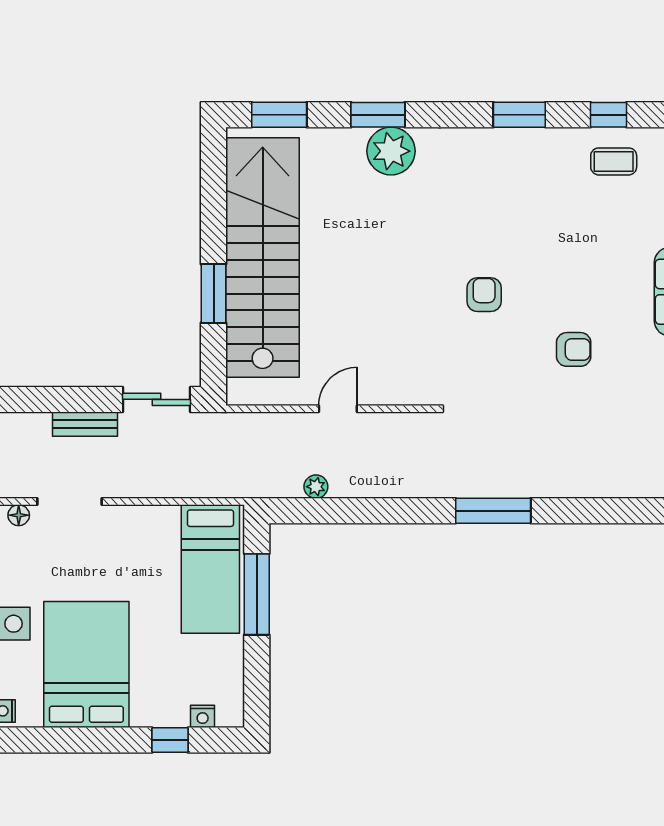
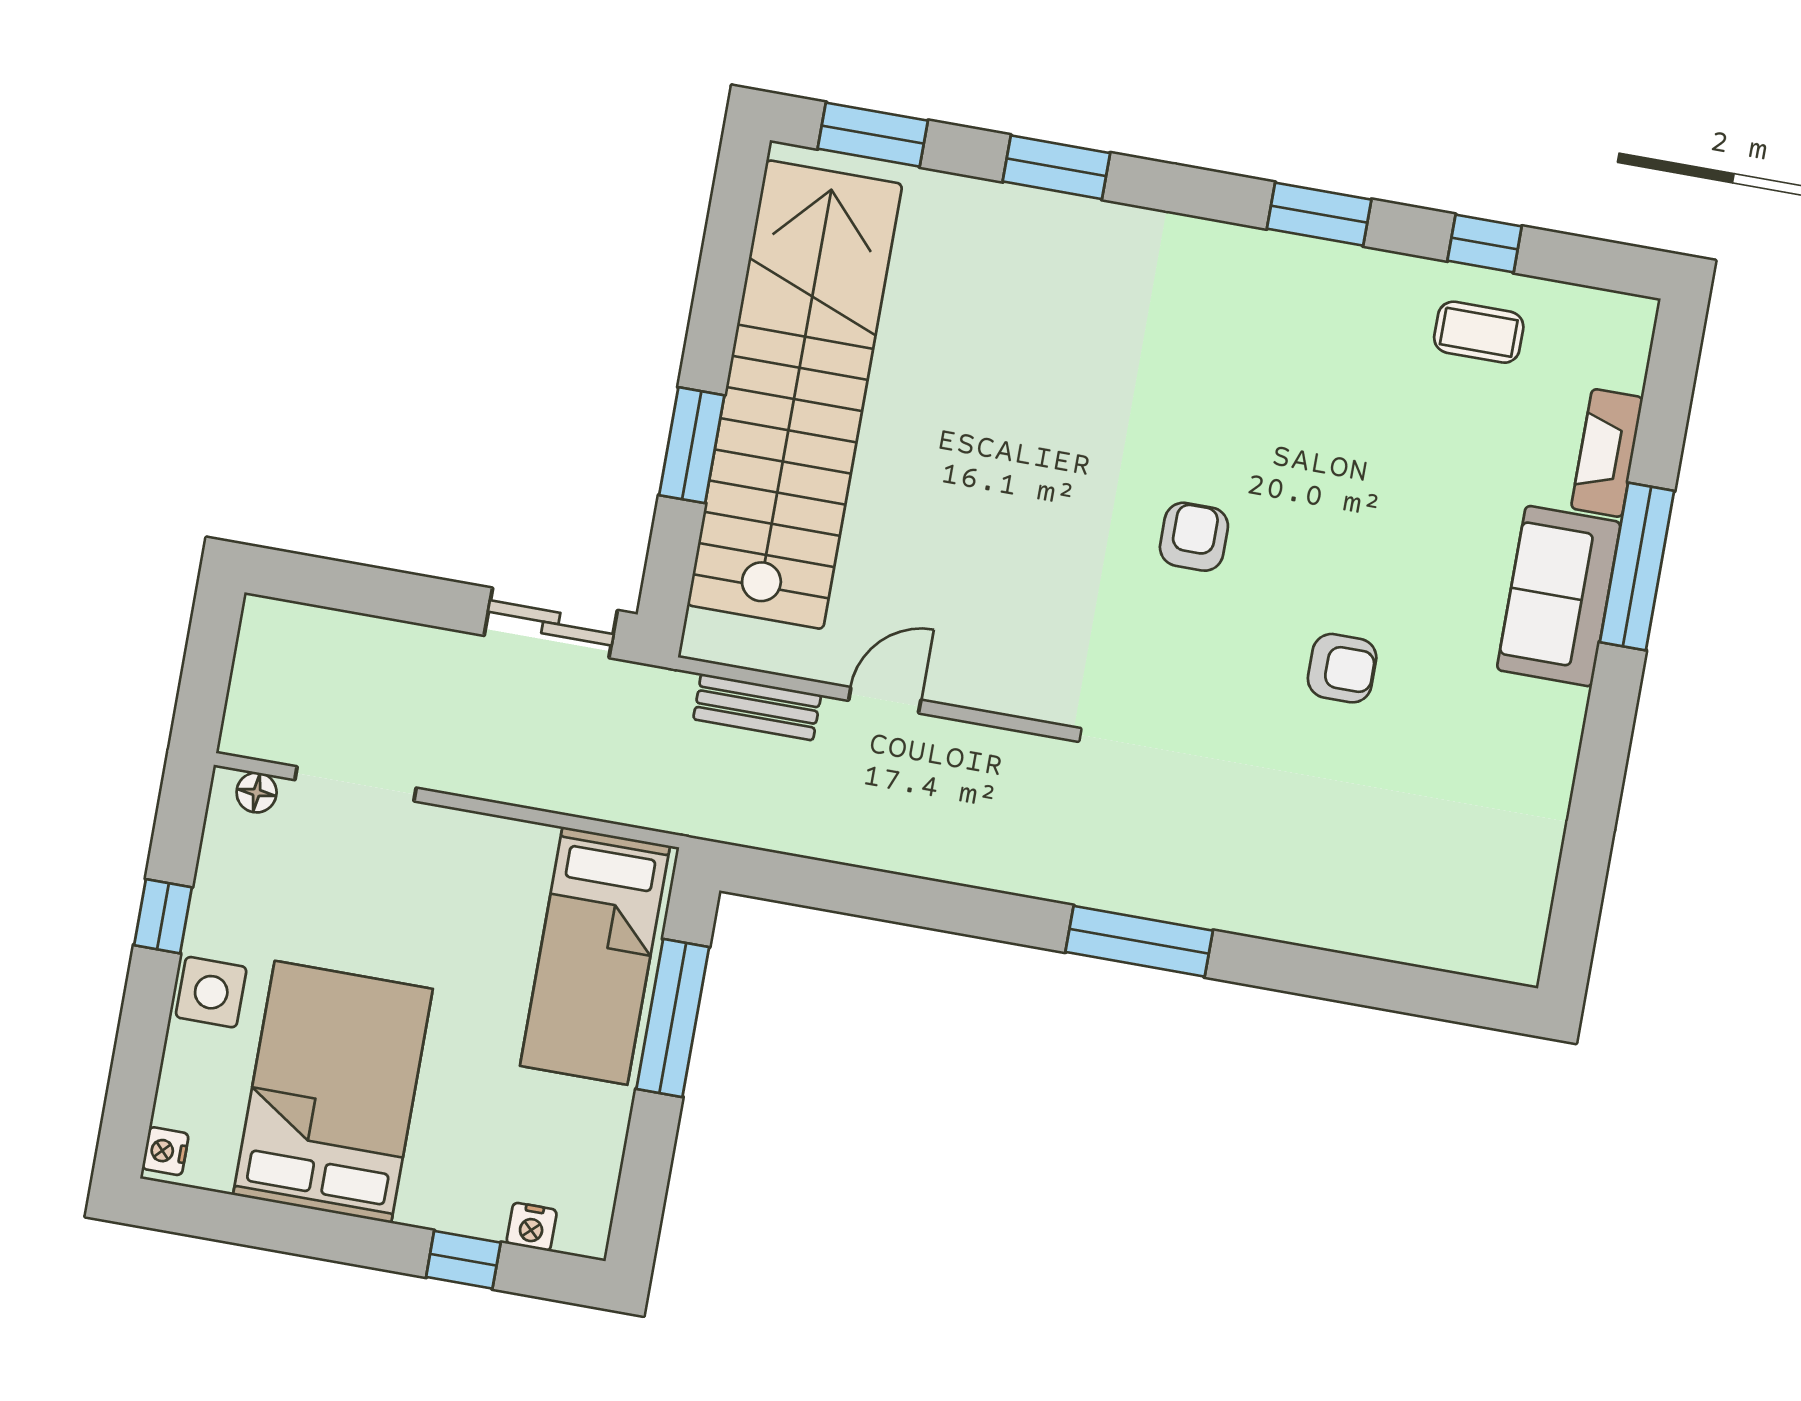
plant: (391, 151) -> (1069, 239), removed
bench: (85, 424) -> (757, 707), moved
plant: (316, 487) -> (818, 838), removed

